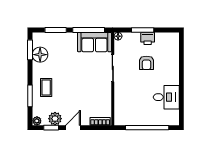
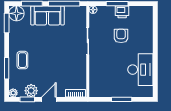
sofa: (94, 42) -> (47, 15), moved
floor lamp: (40, 55) -> (16, 13), moved
armchair: (146, 63) -> (121, 36), turned 180
desk: (166, 97) -> (140, 70), width x1.37
window: (147, 128) -> (122, 99), width x0.47

